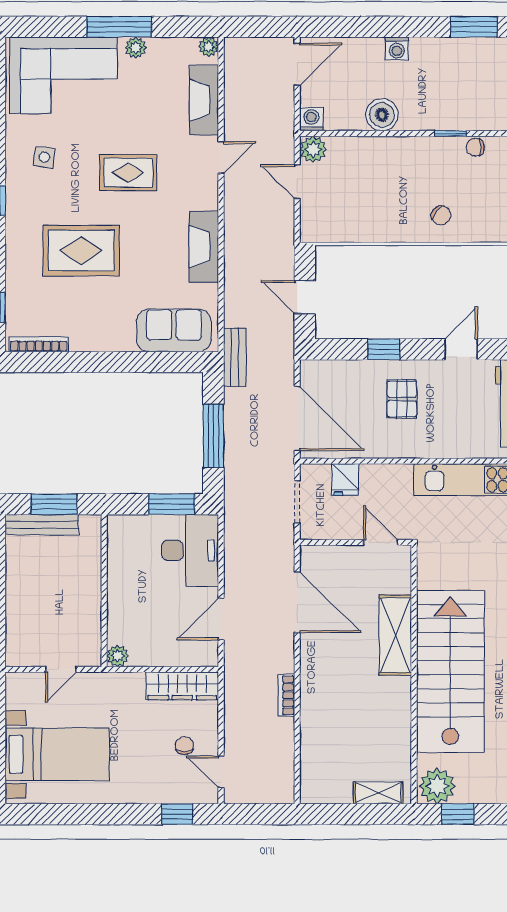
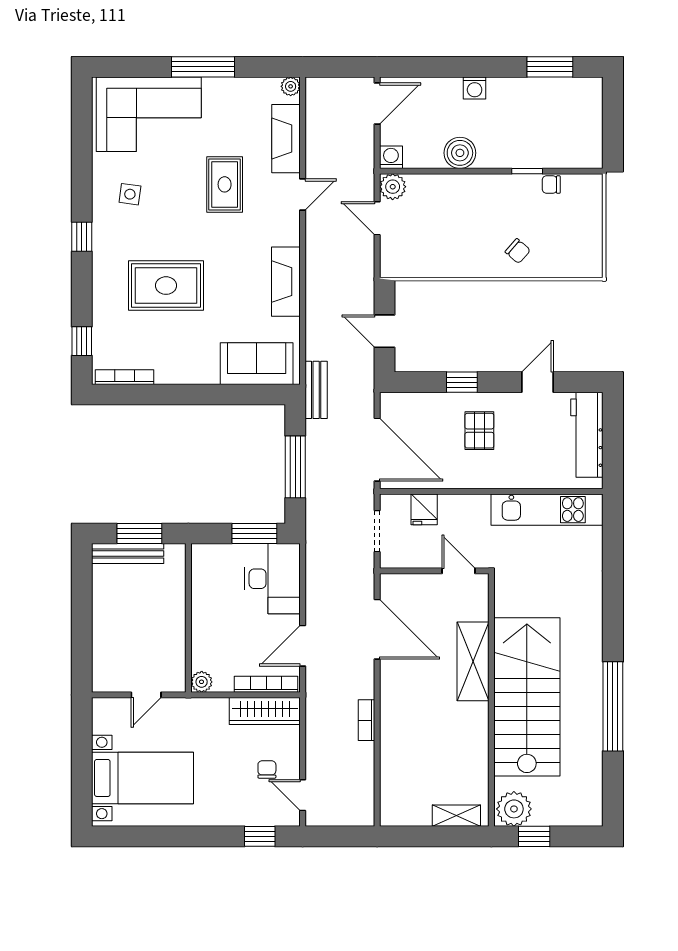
plant: (136, 48) -> (219, 87), removed
rug: (128, 173) -> (225, 184), moved, turned 90
bookcase: (184, 658) -> (266, 684), added

